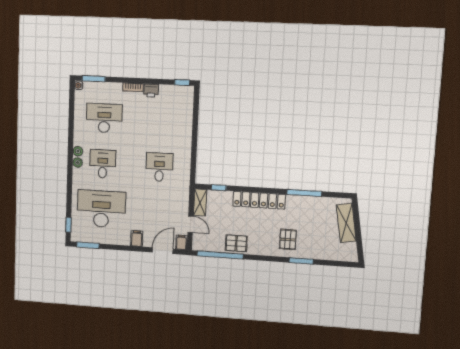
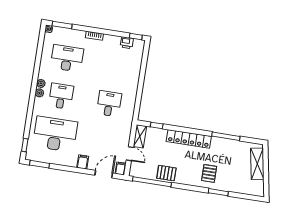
printer: (151, 90) -> (127, 43), moved

